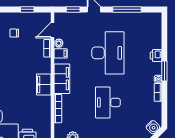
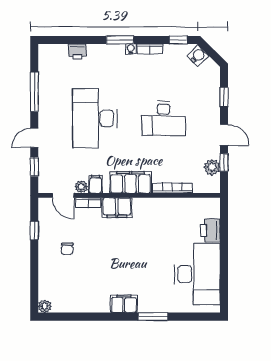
desk: (108, 53) -> (95, 118), turned -90
printer: (156, 56) -> (77, 52), moved
filing cabinet: (44, 84) -> (117, 208), moved
window: (164, 113) -> (178, 40), added

